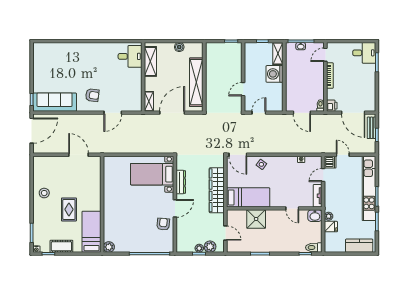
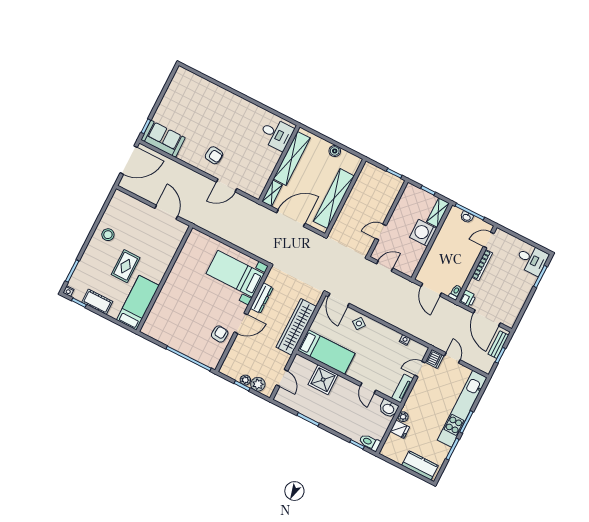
shelving: (150, 61) -> (292, 158), width x1.47
sofa: (55, 102) -> (163, 139), width x0.73
plant: (109, 247) -> (148, 329), removed

